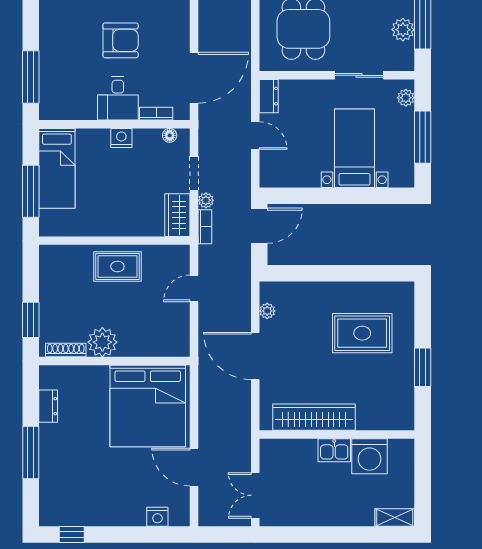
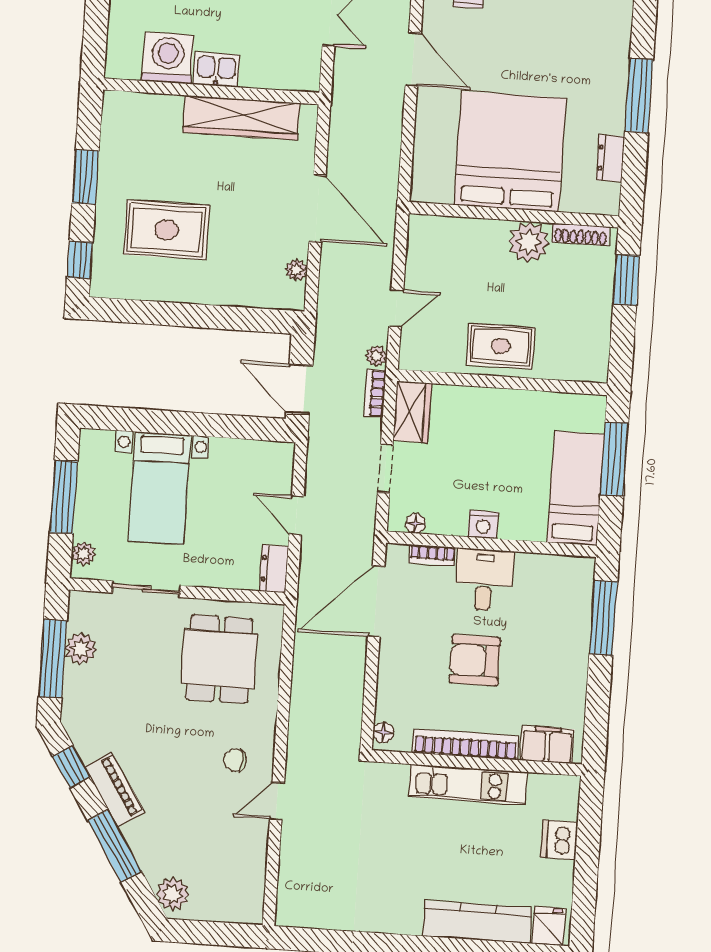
plant: (206, 200) -> (376, 356), moved
door: (259, 226) -> (299, 389), hinge flipped
window: (423, 308) -> (80, 260), added
bed: (148, 406) -> (510, 152), moved

